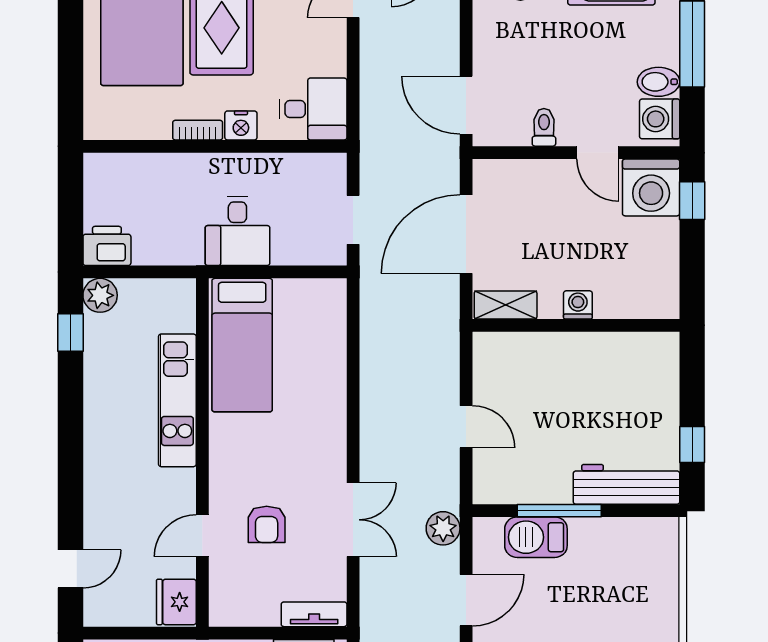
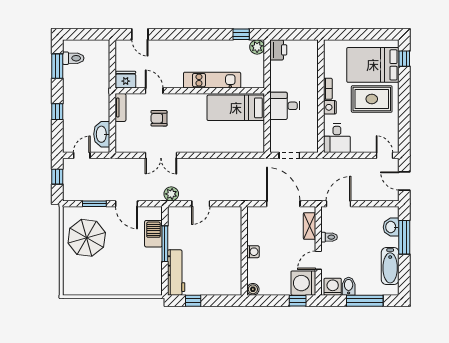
shelving: (506, 305) -> (309, 226), moved
boiler: (666, 305) -> (253, 289), added
plant: (443, 528) -> (171, 194), moved
tv unit: (314, 614) -> (120, 107), moved

